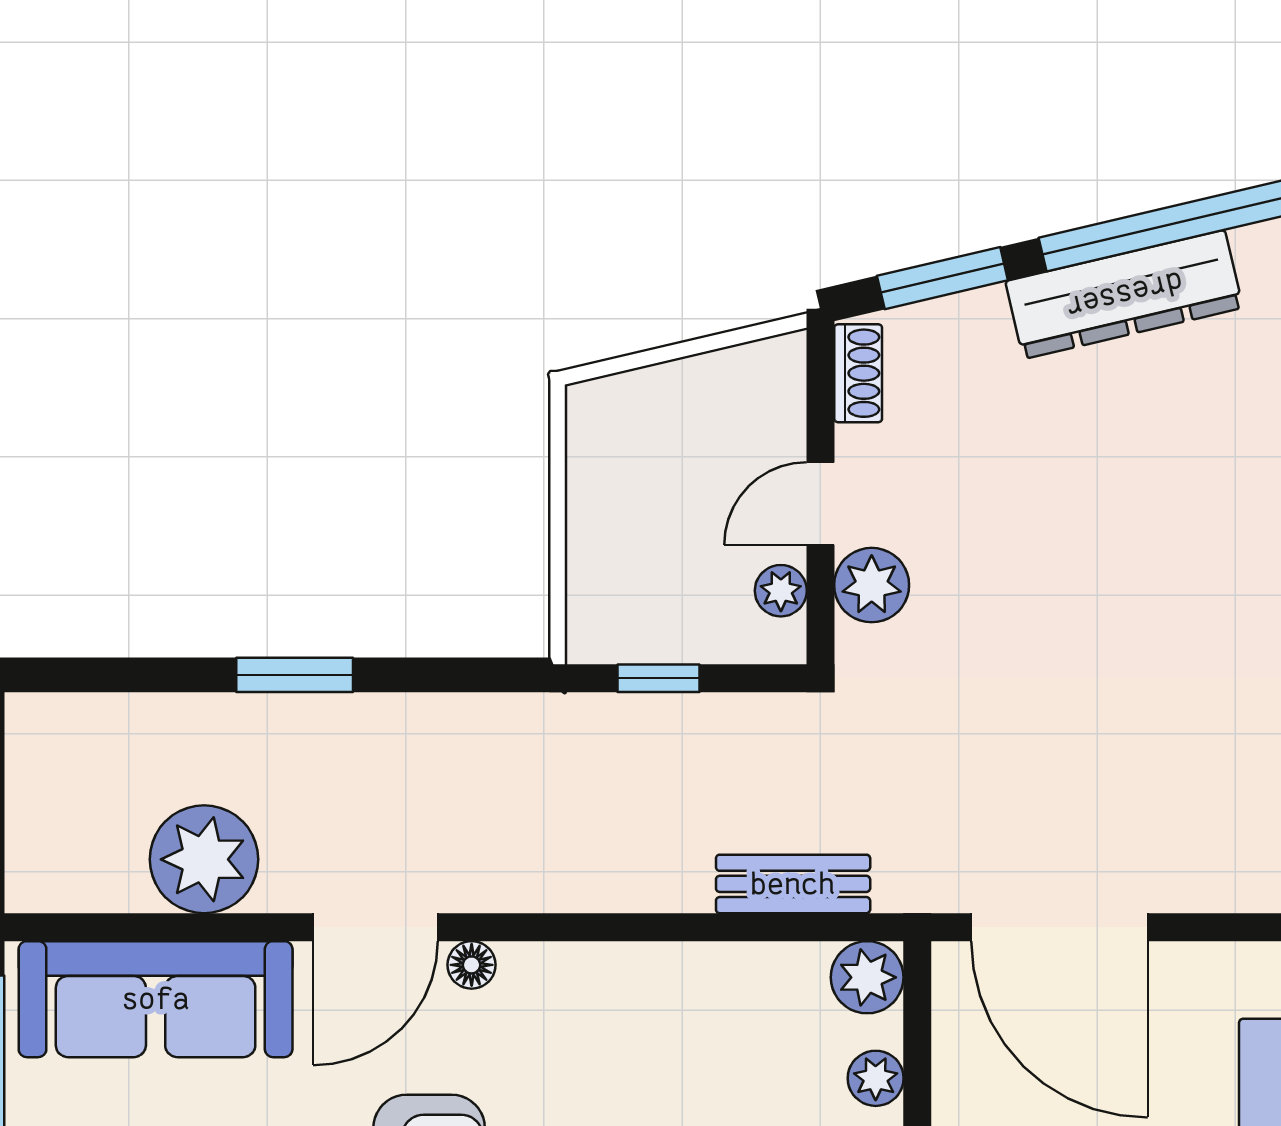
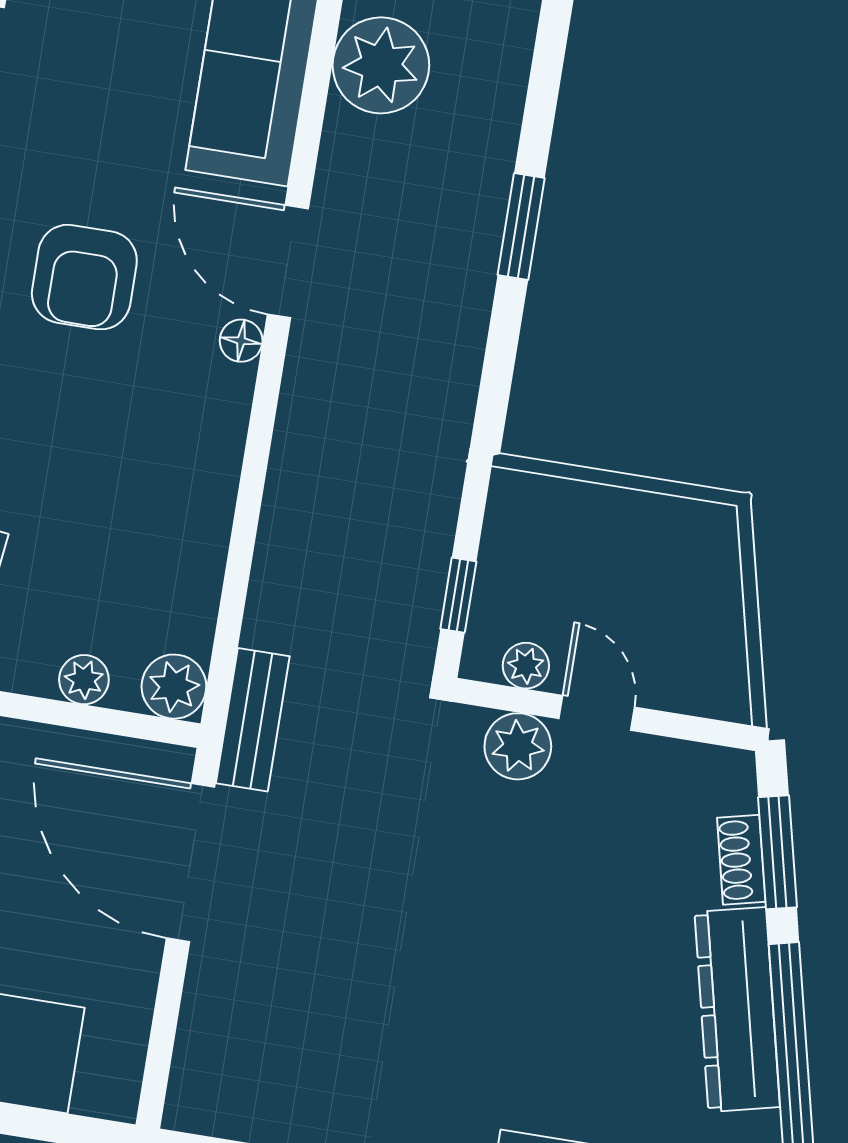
shoe rack: (858, 373) -> (741, 860), moved, turned 77
window: (659, 678) -> (458, 595), moved
plant: (204, 859) -> (381, 65), moved
bench: (793, 884) -> (253, 720), moved
door: (1059, 927) -> (191, 863), hinge flipped

